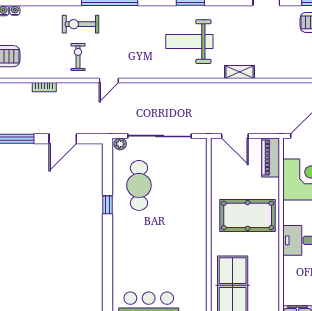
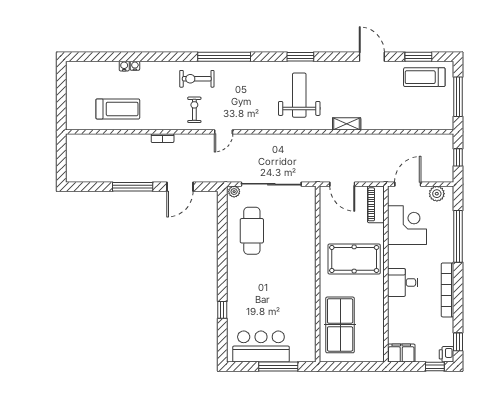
weight bench: (189, 42) -> (299, 95), turned 90
window: (107, 205) -> (222, 310), moved

